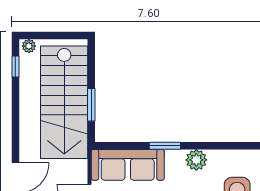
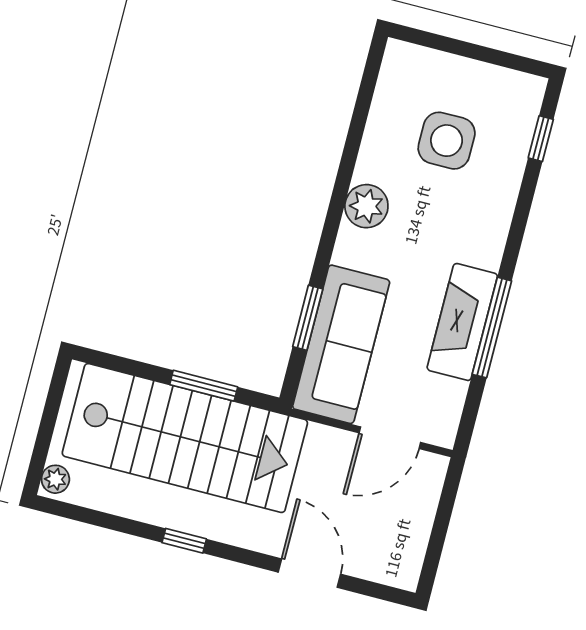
window: (15, 67) -> (184, 541), moved
window: (165, 146) -> (308, 318), moved

